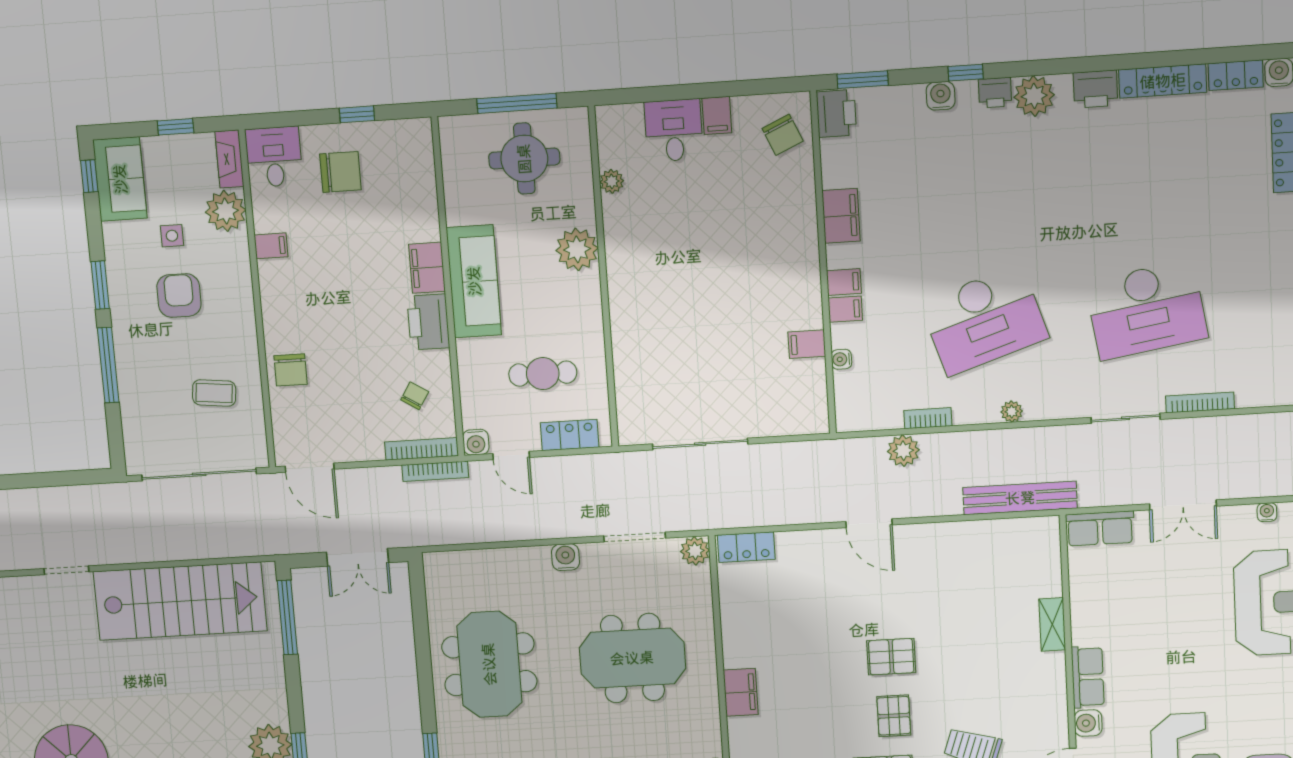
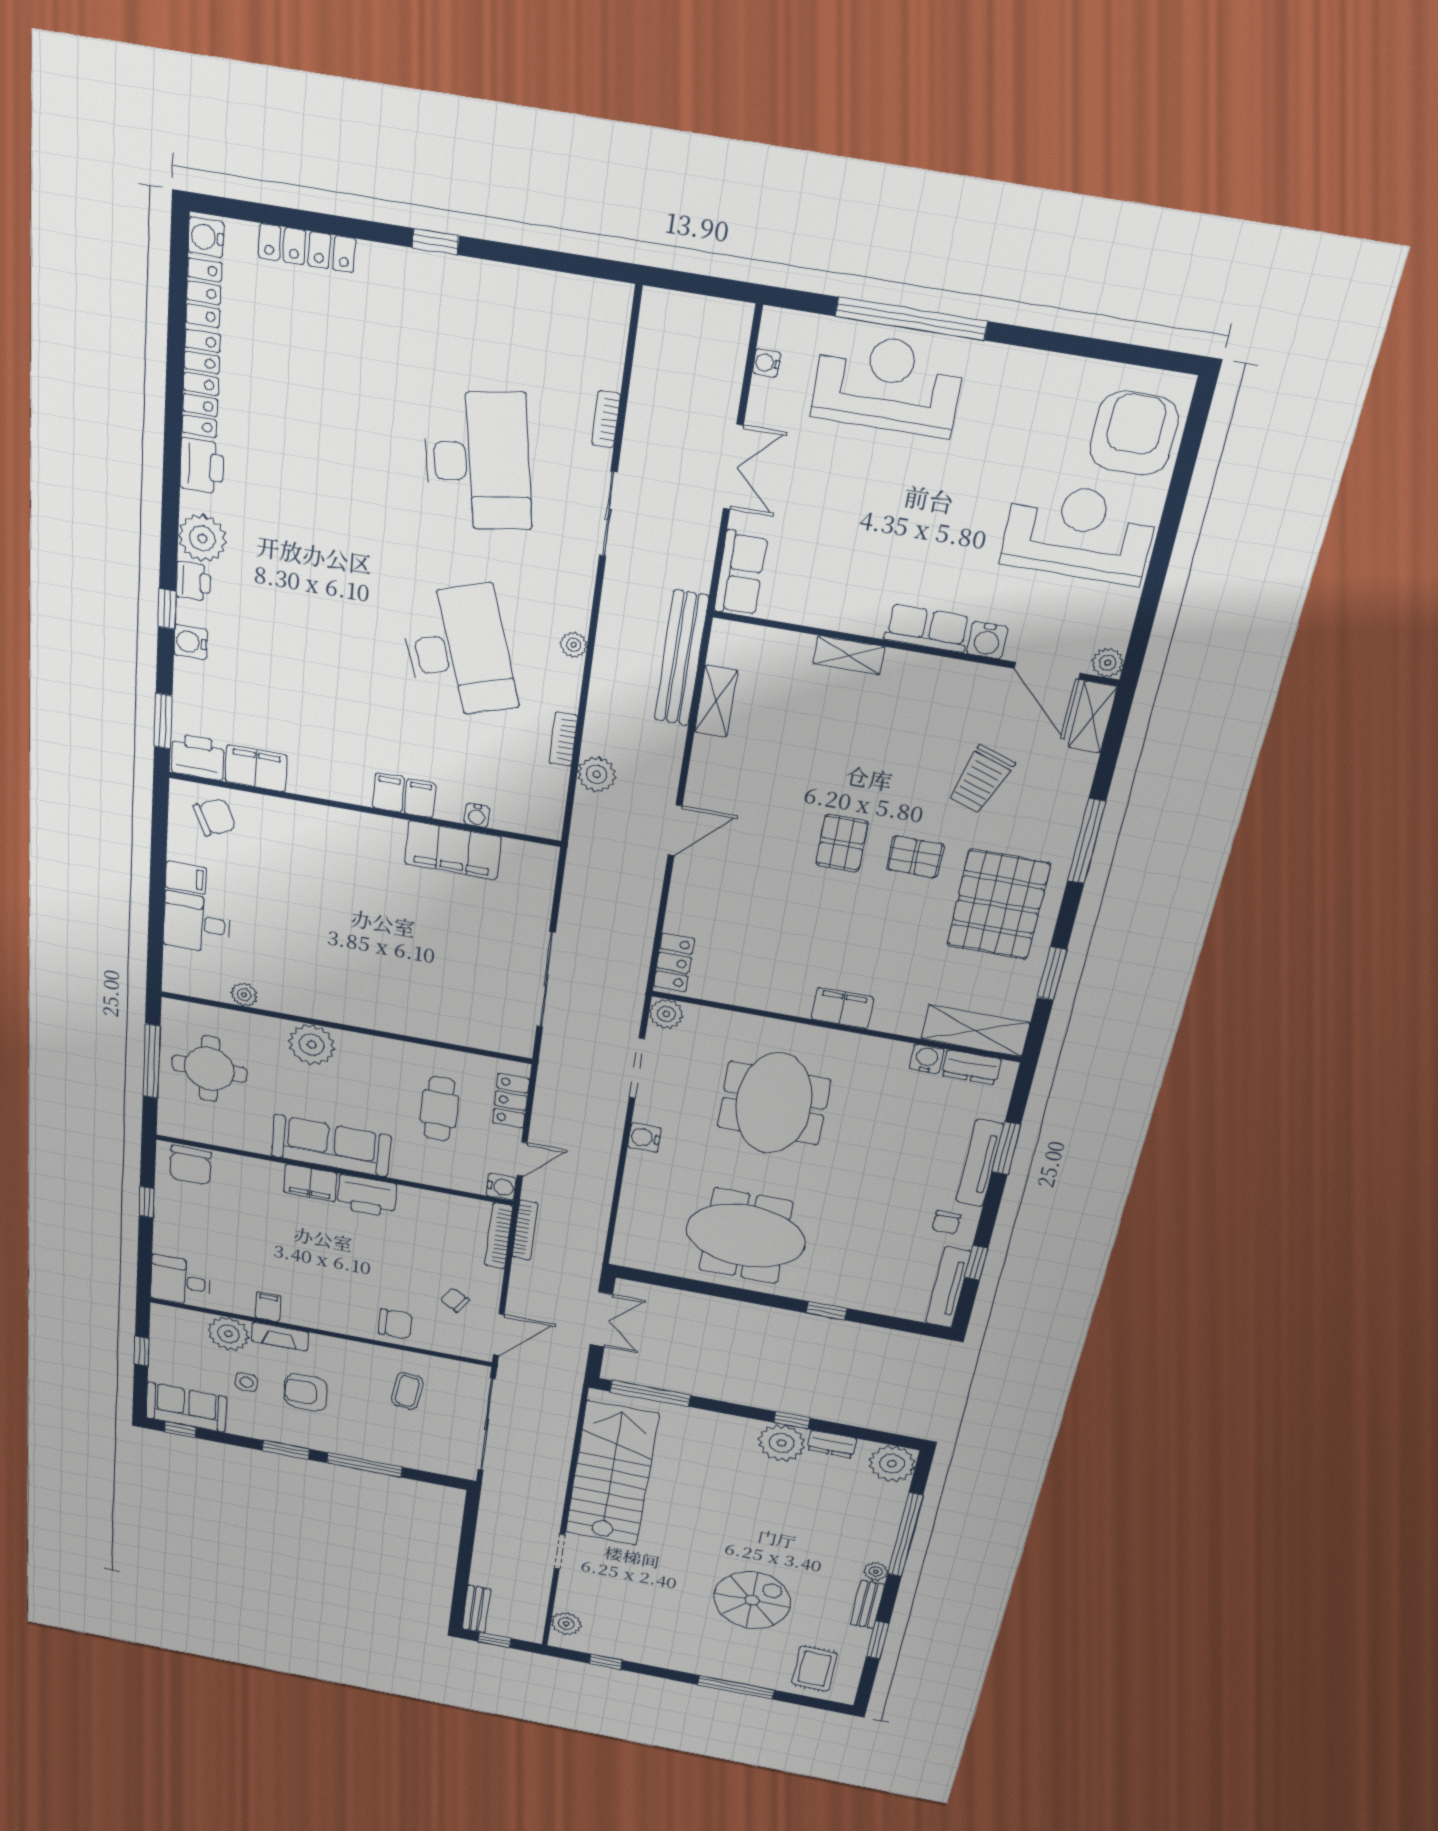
fireplace: (229, 159) -> (280, 1337), moved
chair: (340, 172) -> (190, 1165), moved, turned 180
filing cabinet: (841, 216) -> (256, 768), moved
filing cabinet: (807, 344) -> (453, 850), width x3.00, depth x1.17
chair: (415, 396) -> (455, 1300), moved
bookcase: (1200, 402) -> (606, 419), width x0.64
shelving: (990, 532) -> (716, 701), added

